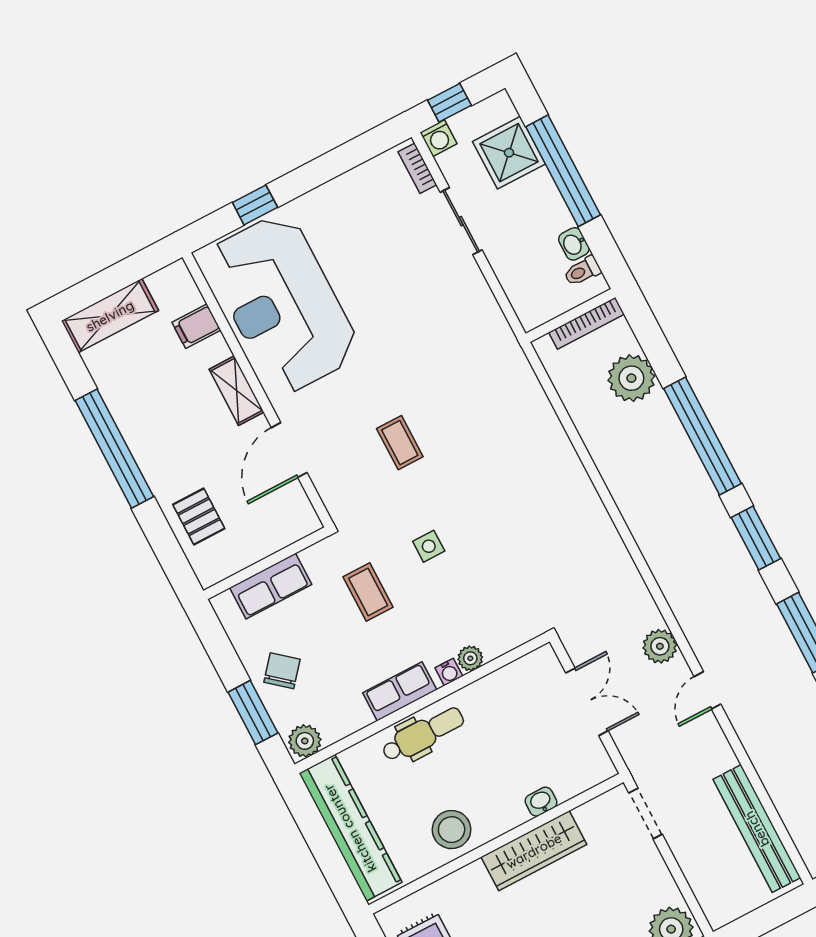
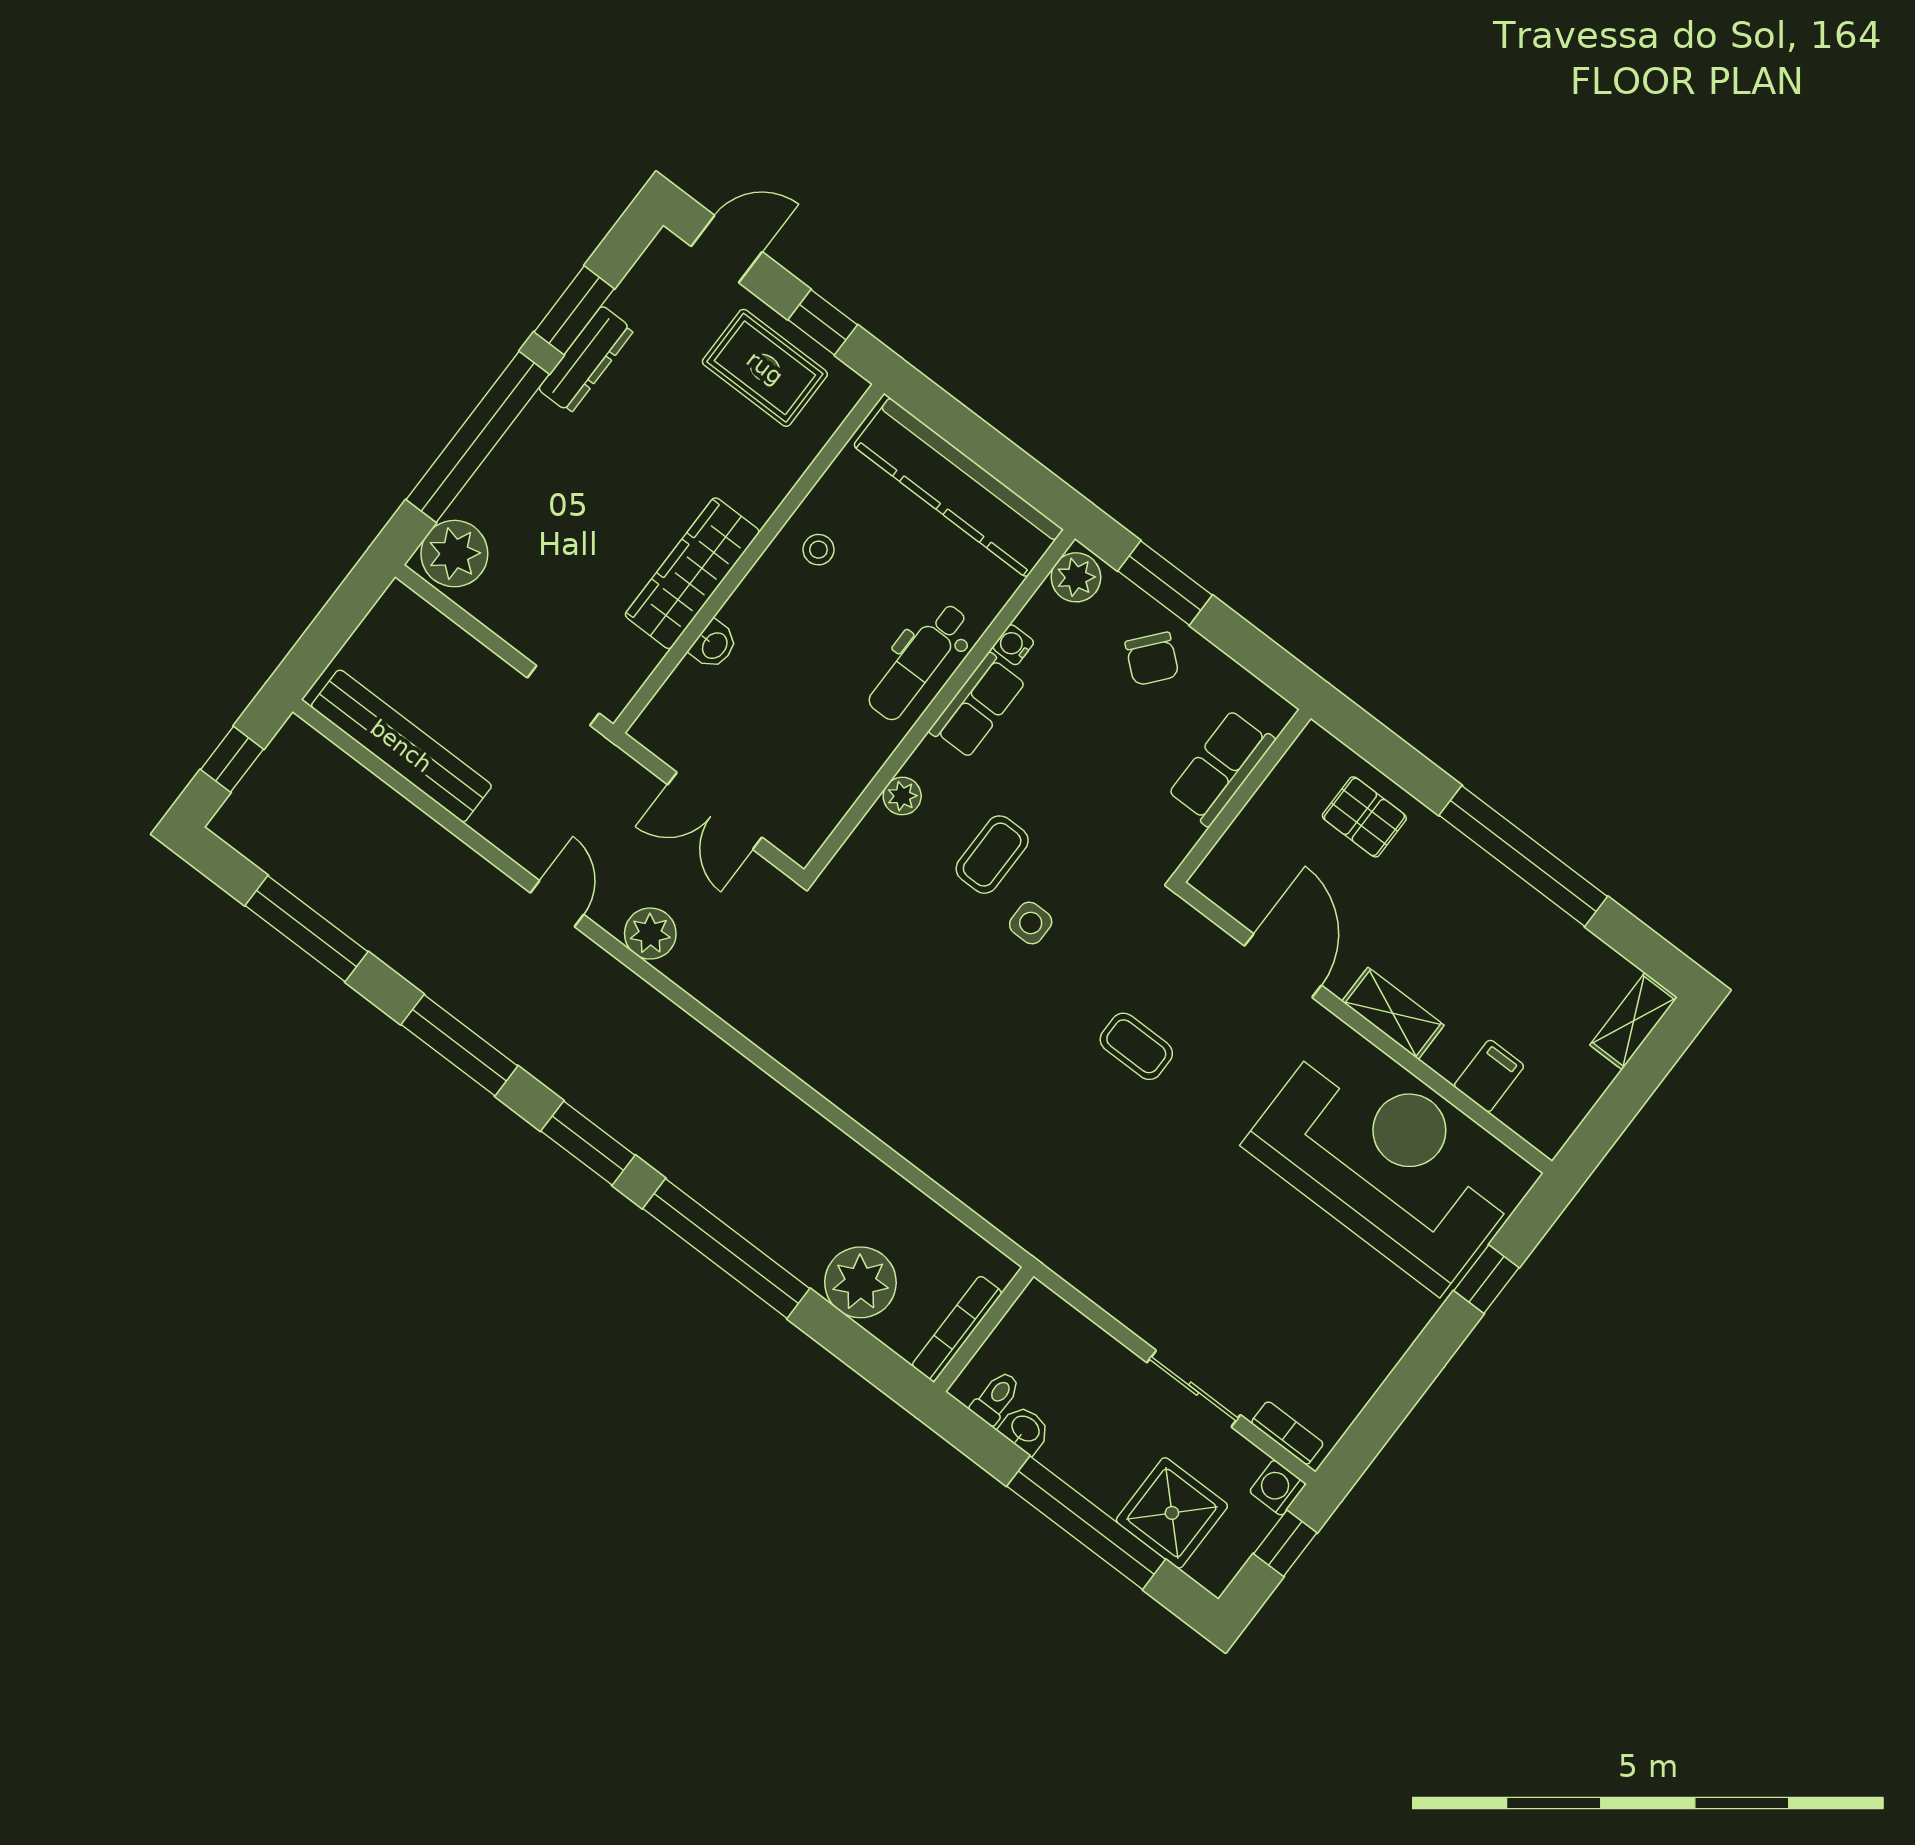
shelving: (110, 316) -> (1634, 1021), width x0.67, depth x0.75
coffee table: (368, 592) -> (992, 855), moved, turned 90
water cooler: (449, 672) -> (1013, 645), moved
stool: (452, 830) -> (818, 550), width x0.53, depth x0.53

